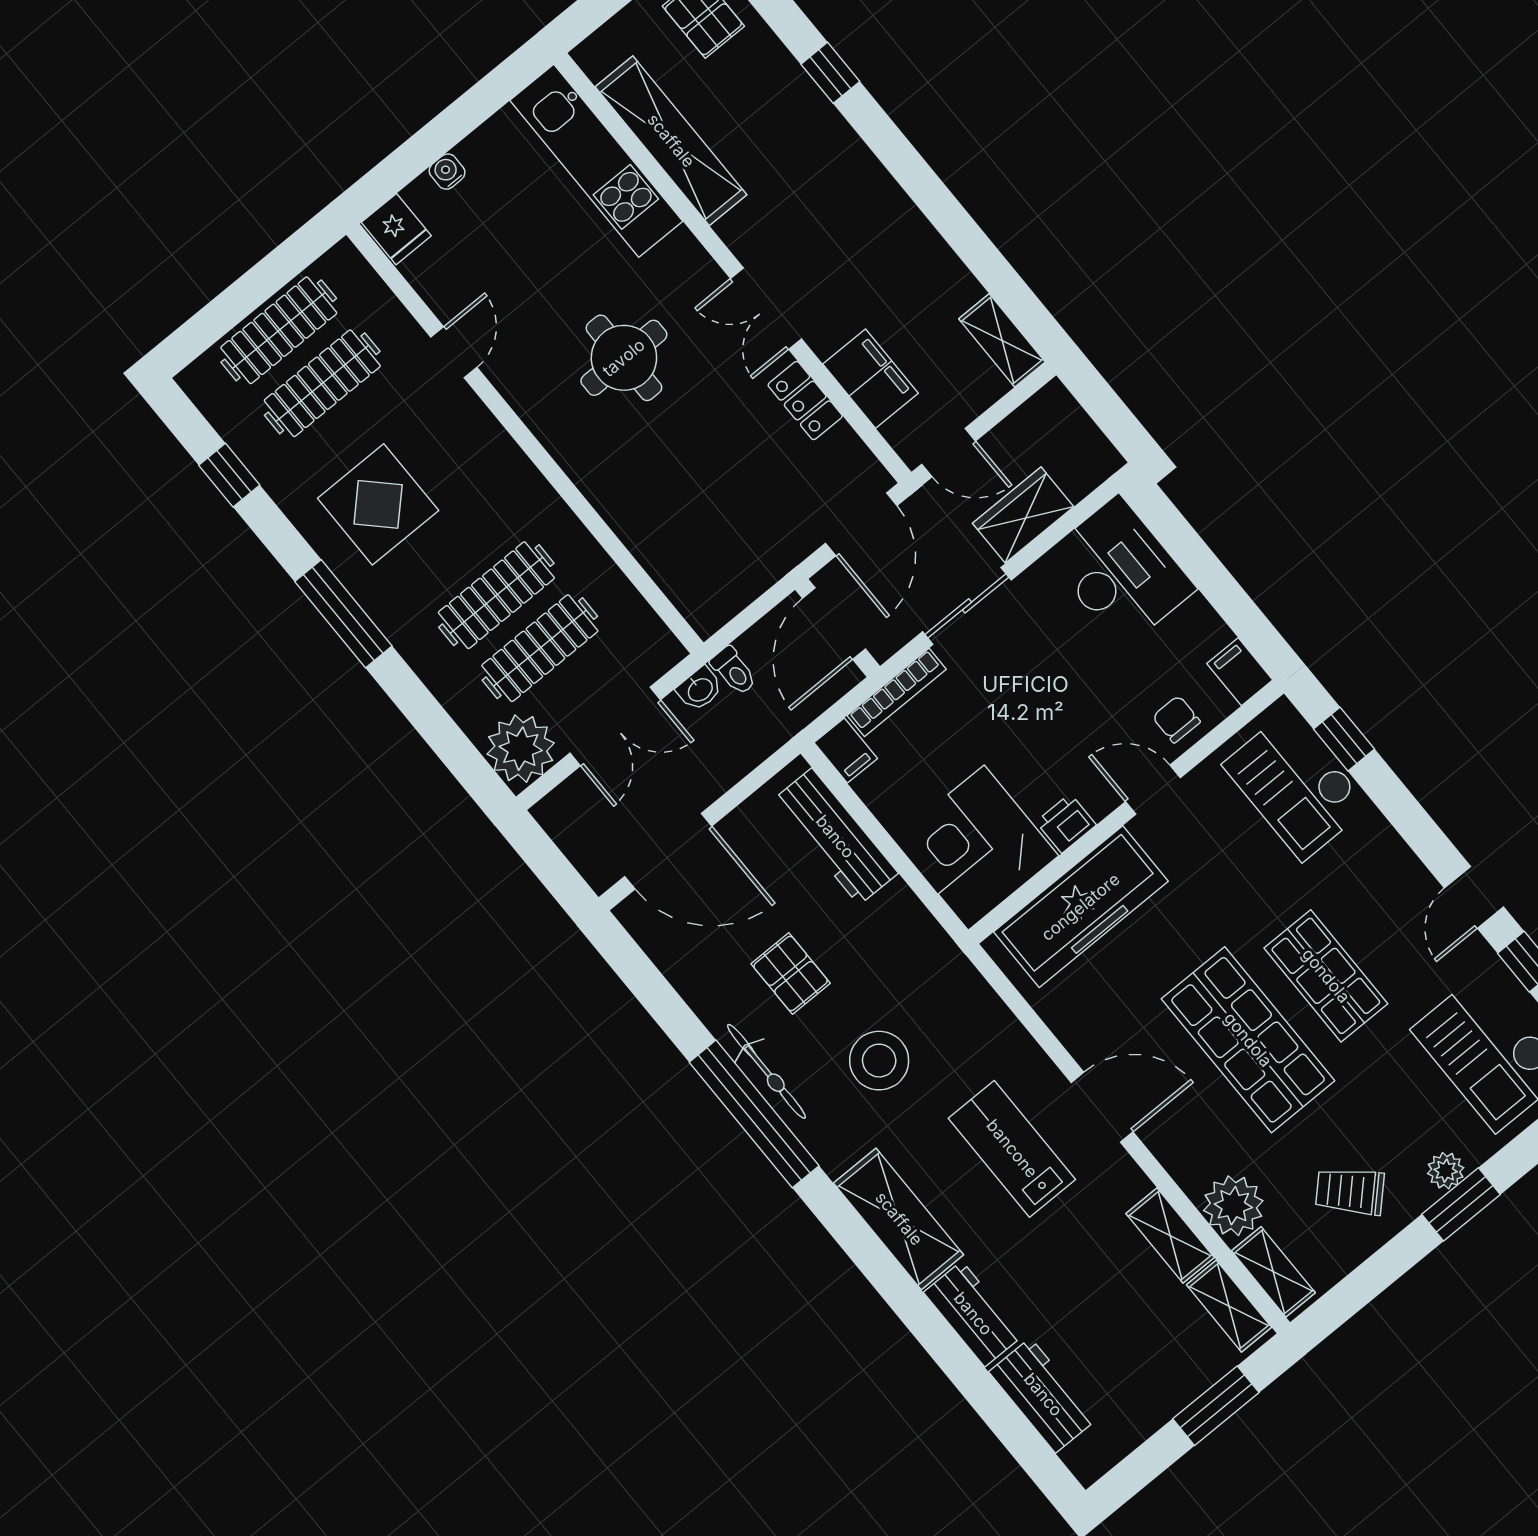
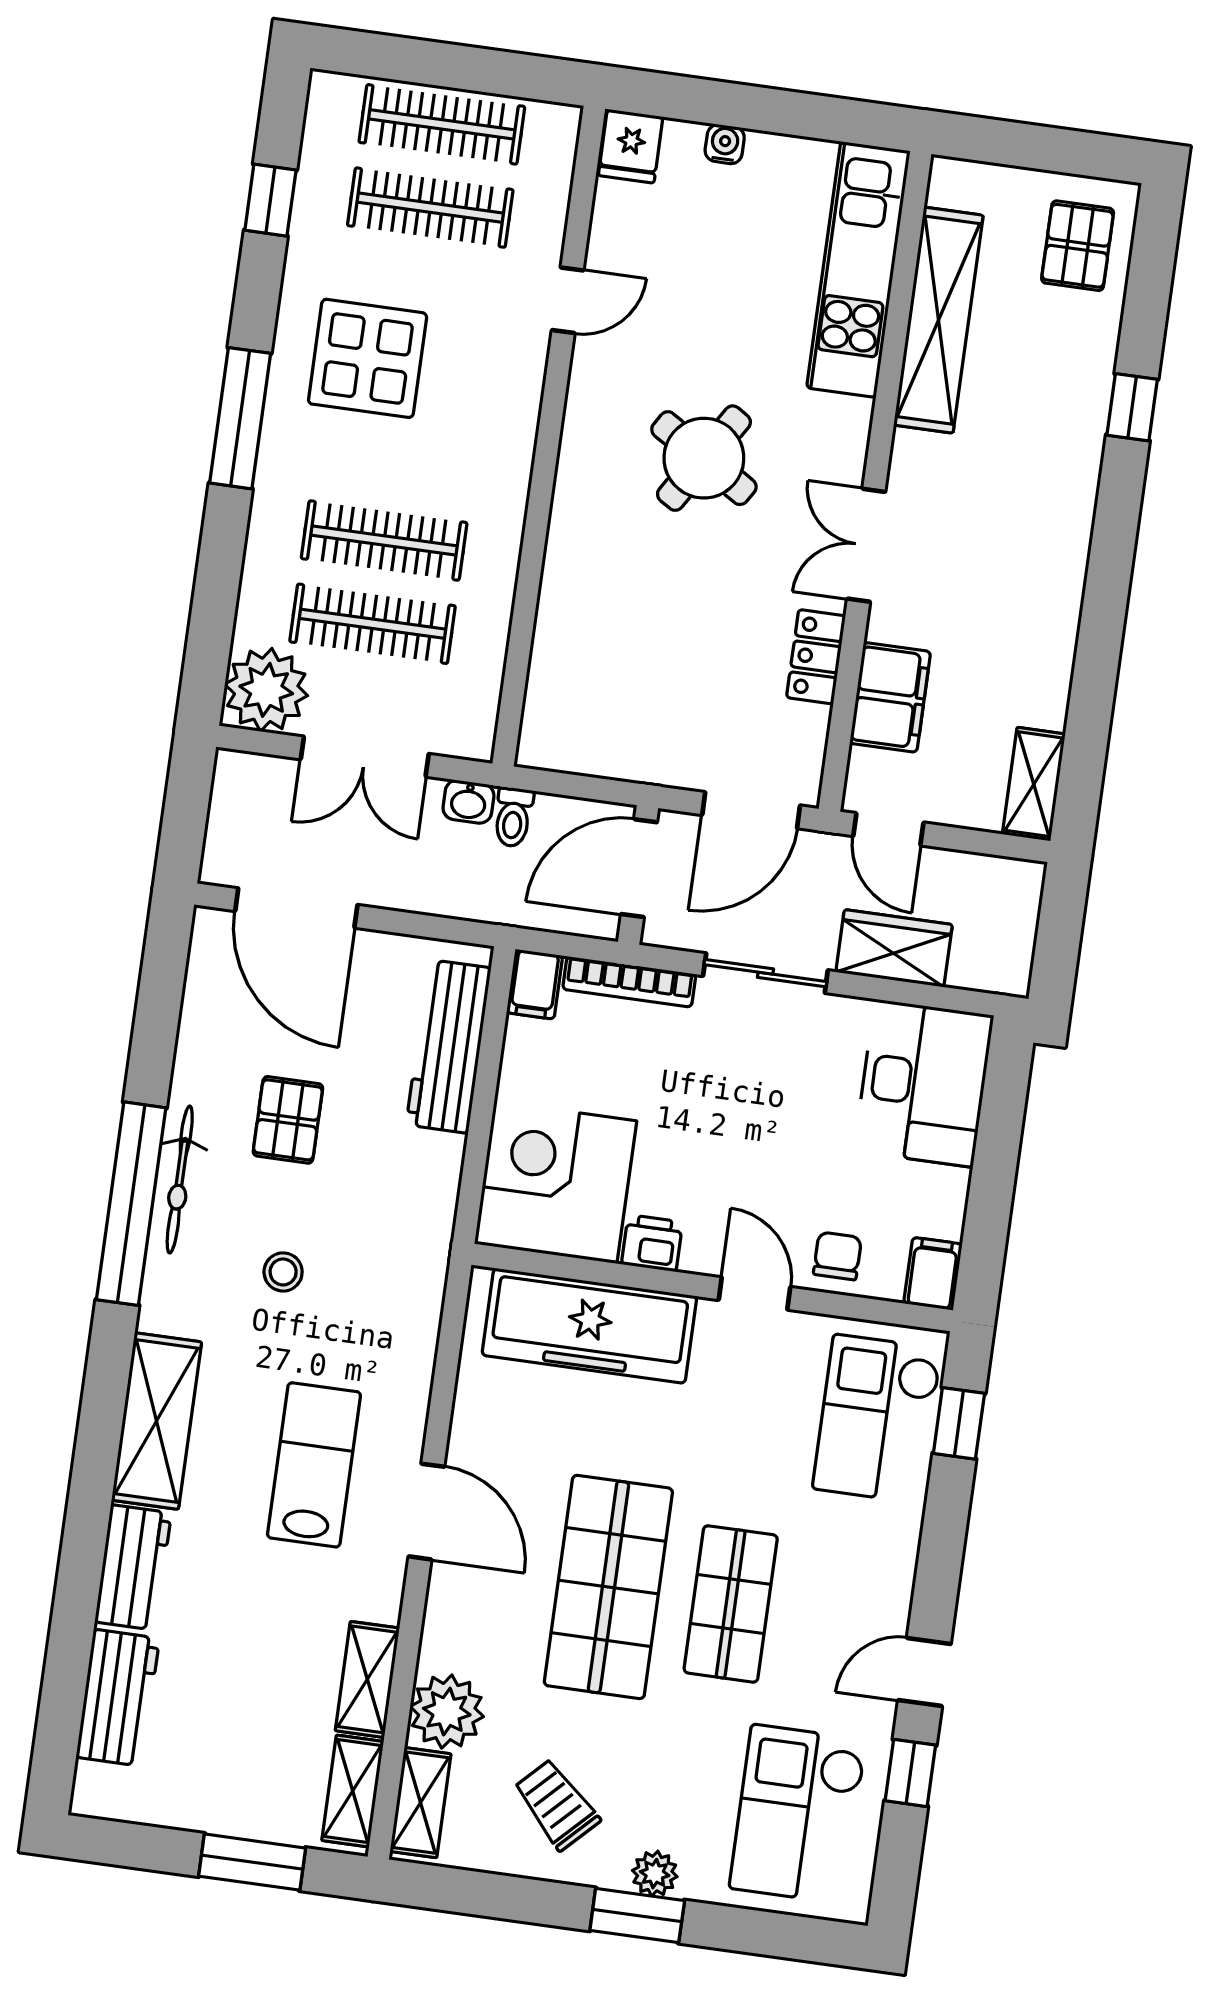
round table: (624, 358) -> (704, 458), turned 32
stool: (879, 1061) -> (283, 1272), width x0.53, depth x0.53

